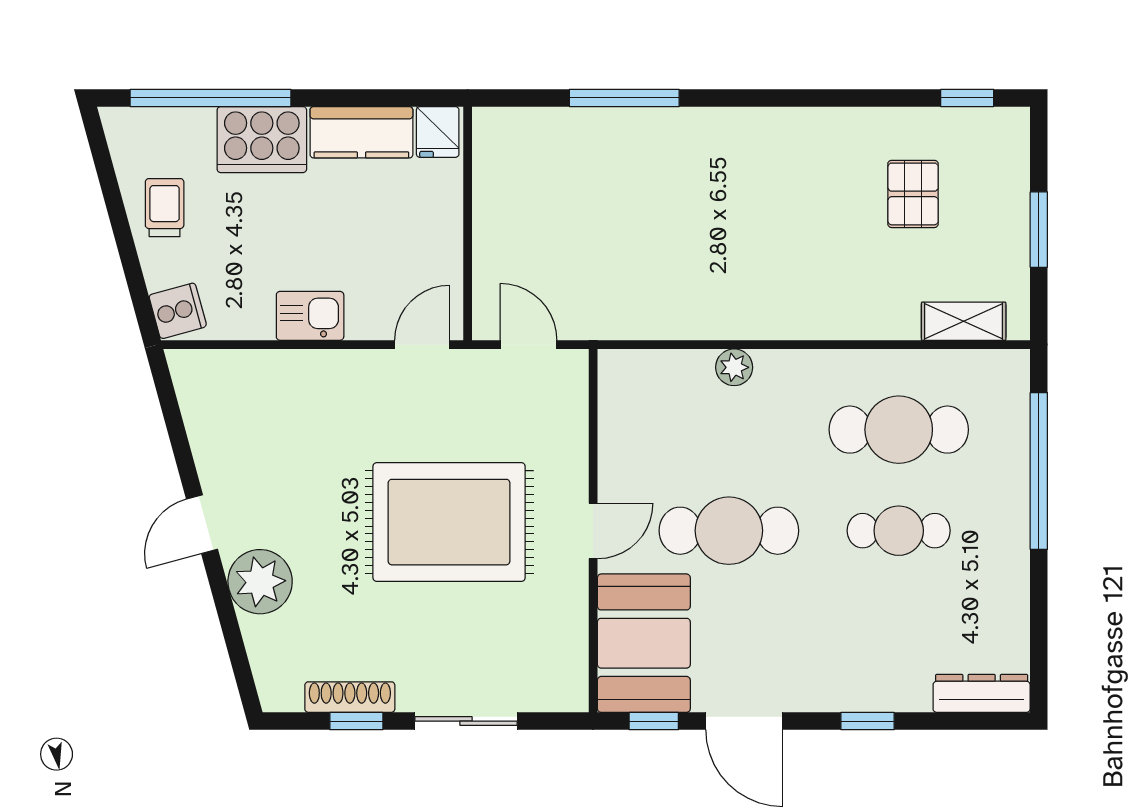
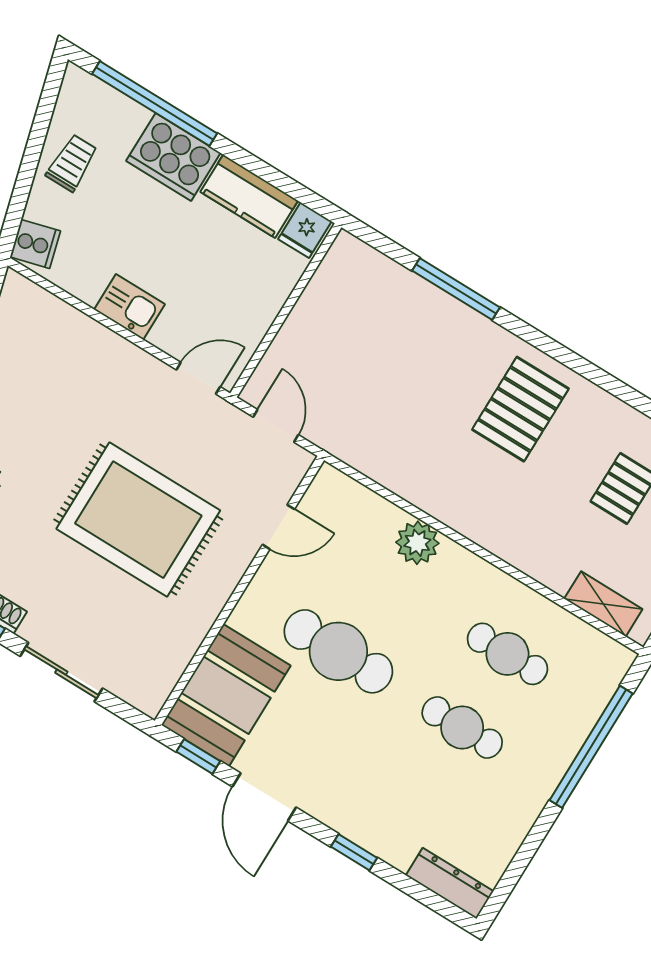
pallet: (762, 178) -> (520, 409), added
plant: (734, 367) -> (417, 543), width x1.38, depth x1.38
cafe table: (899, 430) -> (507, 654), width x0.73, depth x0.74
door: (593, 531) -> (278, 527), moved

